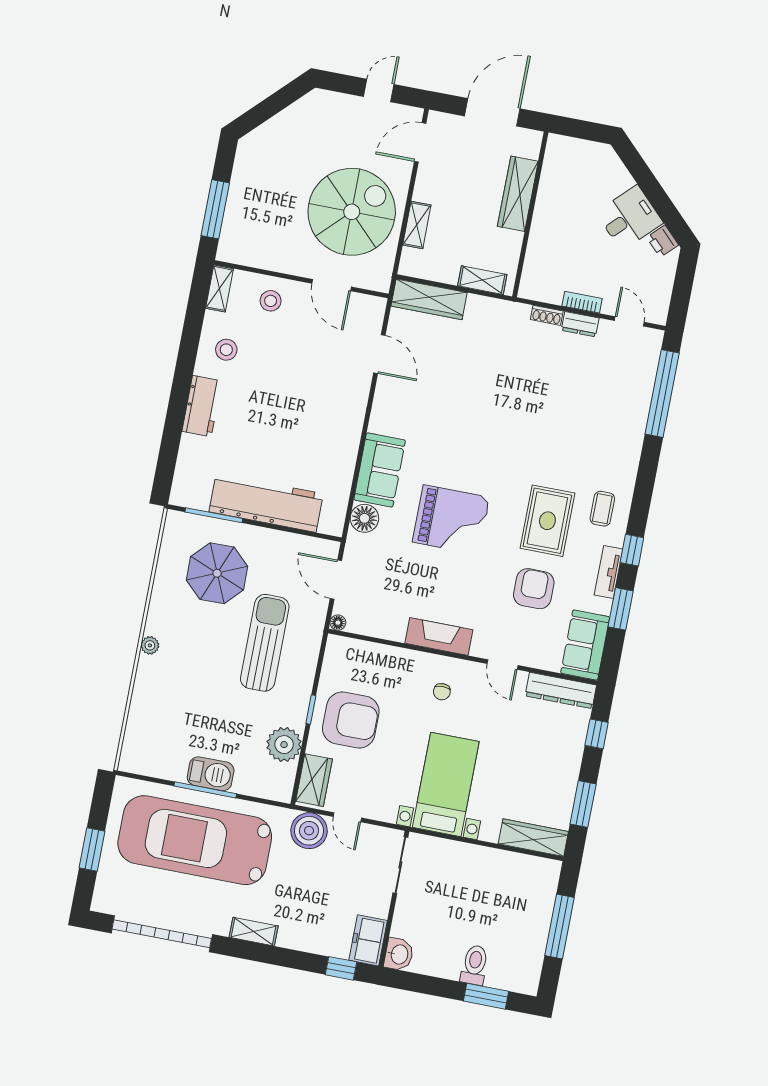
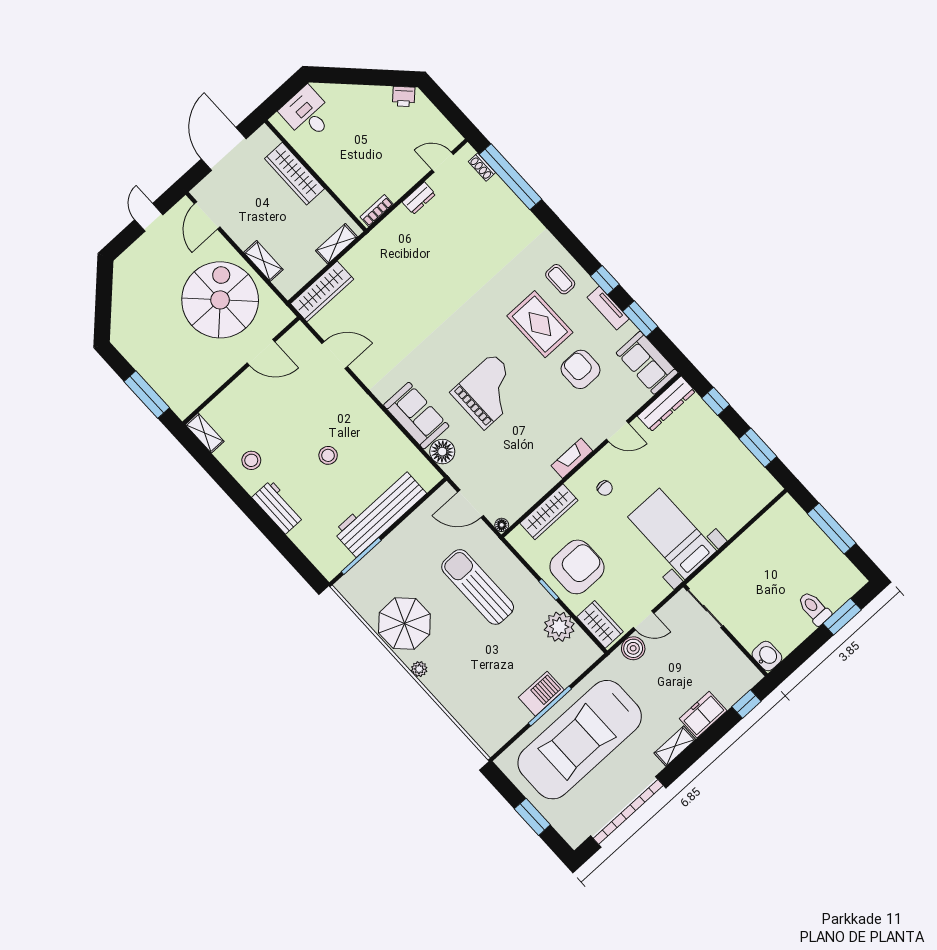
desk: (630, 218) -> (307, 114), moved, turned -45
stool: (271, 301) -> (328, 455), moved
bookcase: (582, 302) -> (377, 211), moved
shoe rack: (547, 315) -> (482, 167), moved, turned 90
parasol: (217, 573) -> (404, 624), moved
fireplace: (439, 636) -> (572, 458), width x0.73, depth x0.76
boiler: (309, 831) -> (633, 648), width x0.73, depth x0.73
wardrobe: (533, 838) -> (549, 512), moved, turned 180
freezer: (368, 940) -> (703, 715), moved, turned 90

